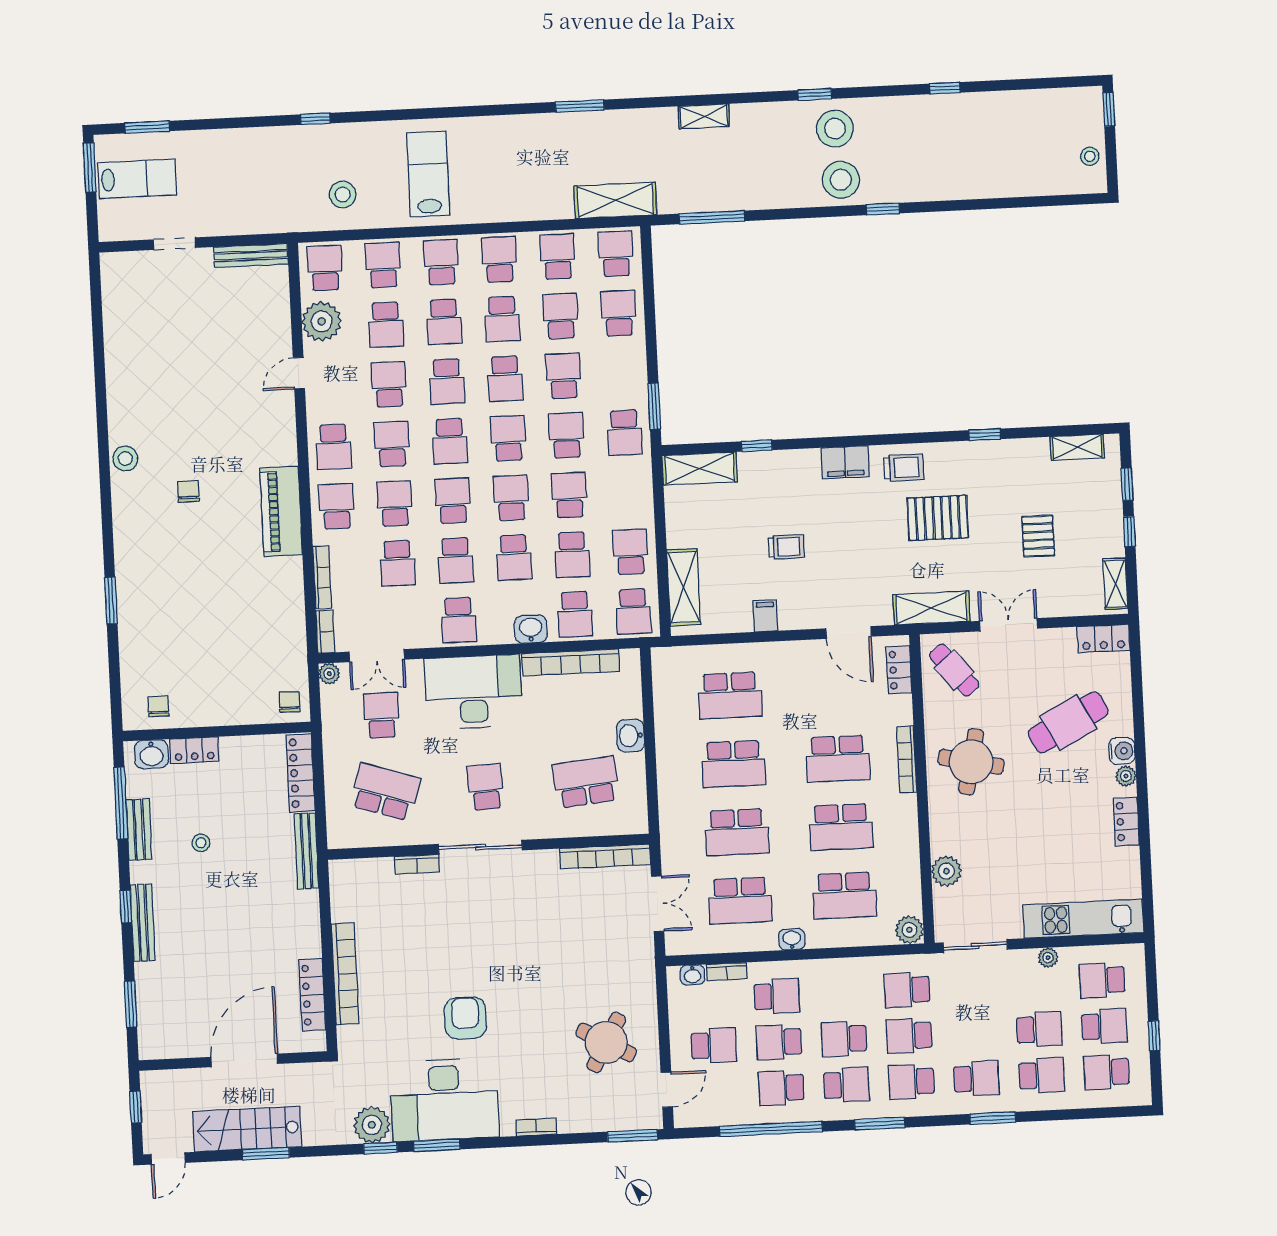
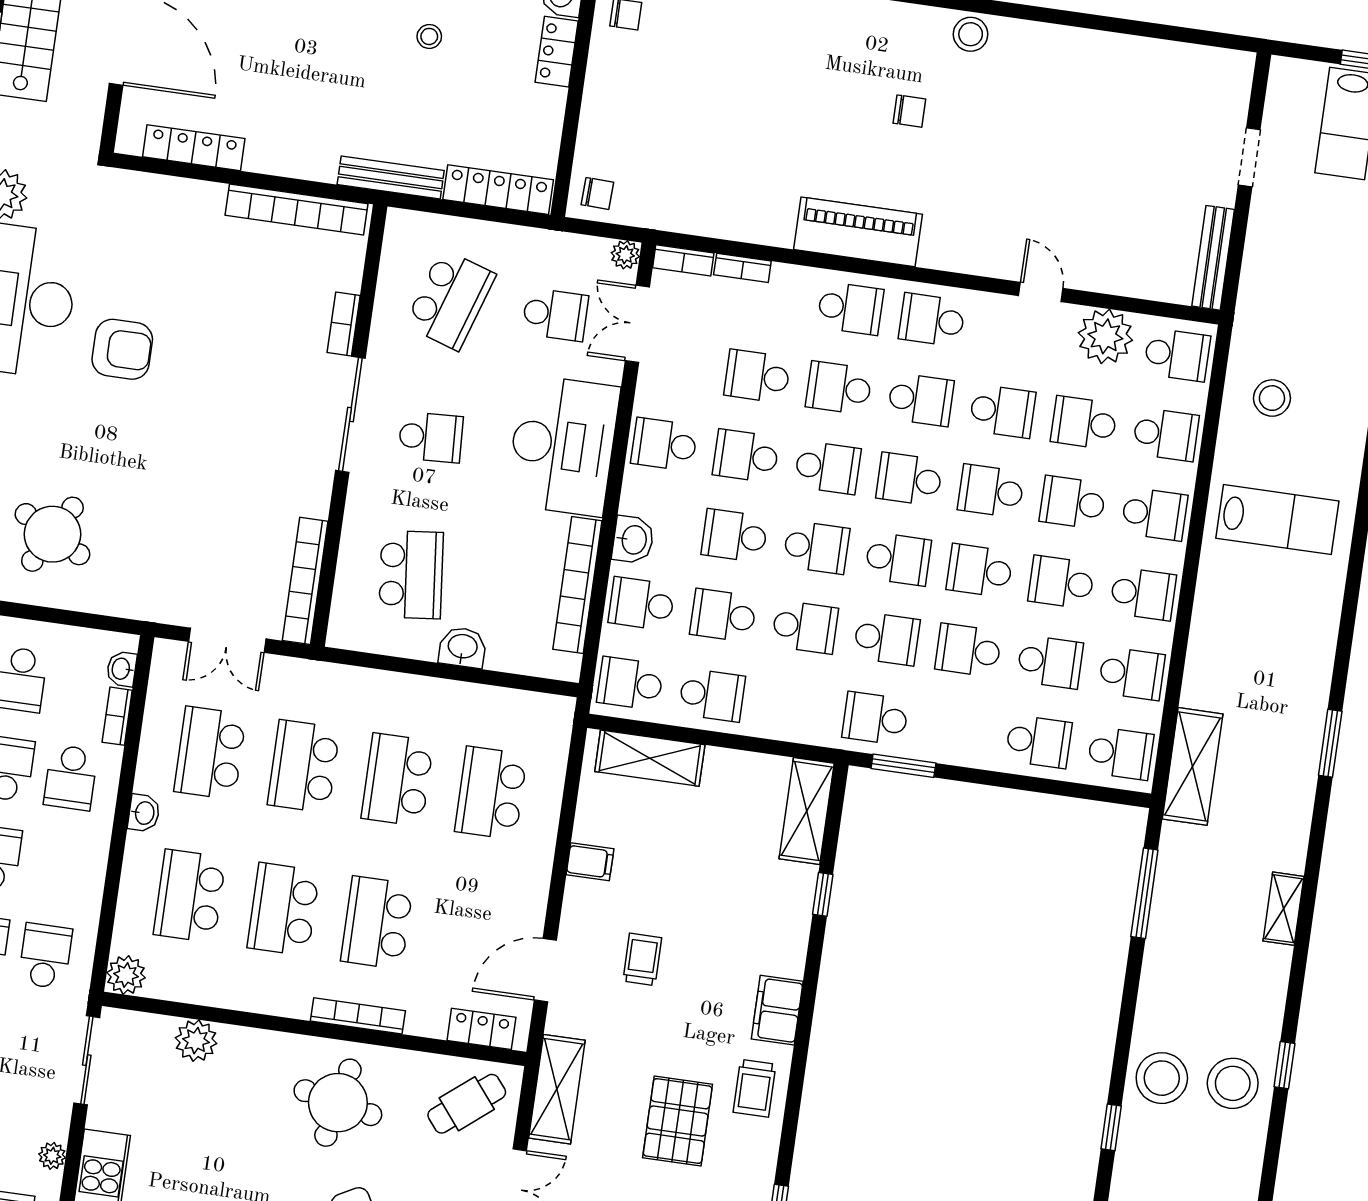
school desk: (563, 376) -> (968, 650), turned 180
school desk: (395, 504) -> (839, 388), turned 180
trolley: (786, 547) -> (642, 959), moved, turned 180
bookcase: (322, 577) -> (742, 268), width x0.64
bookcase: (345, 974) -> (297, 209), moved

